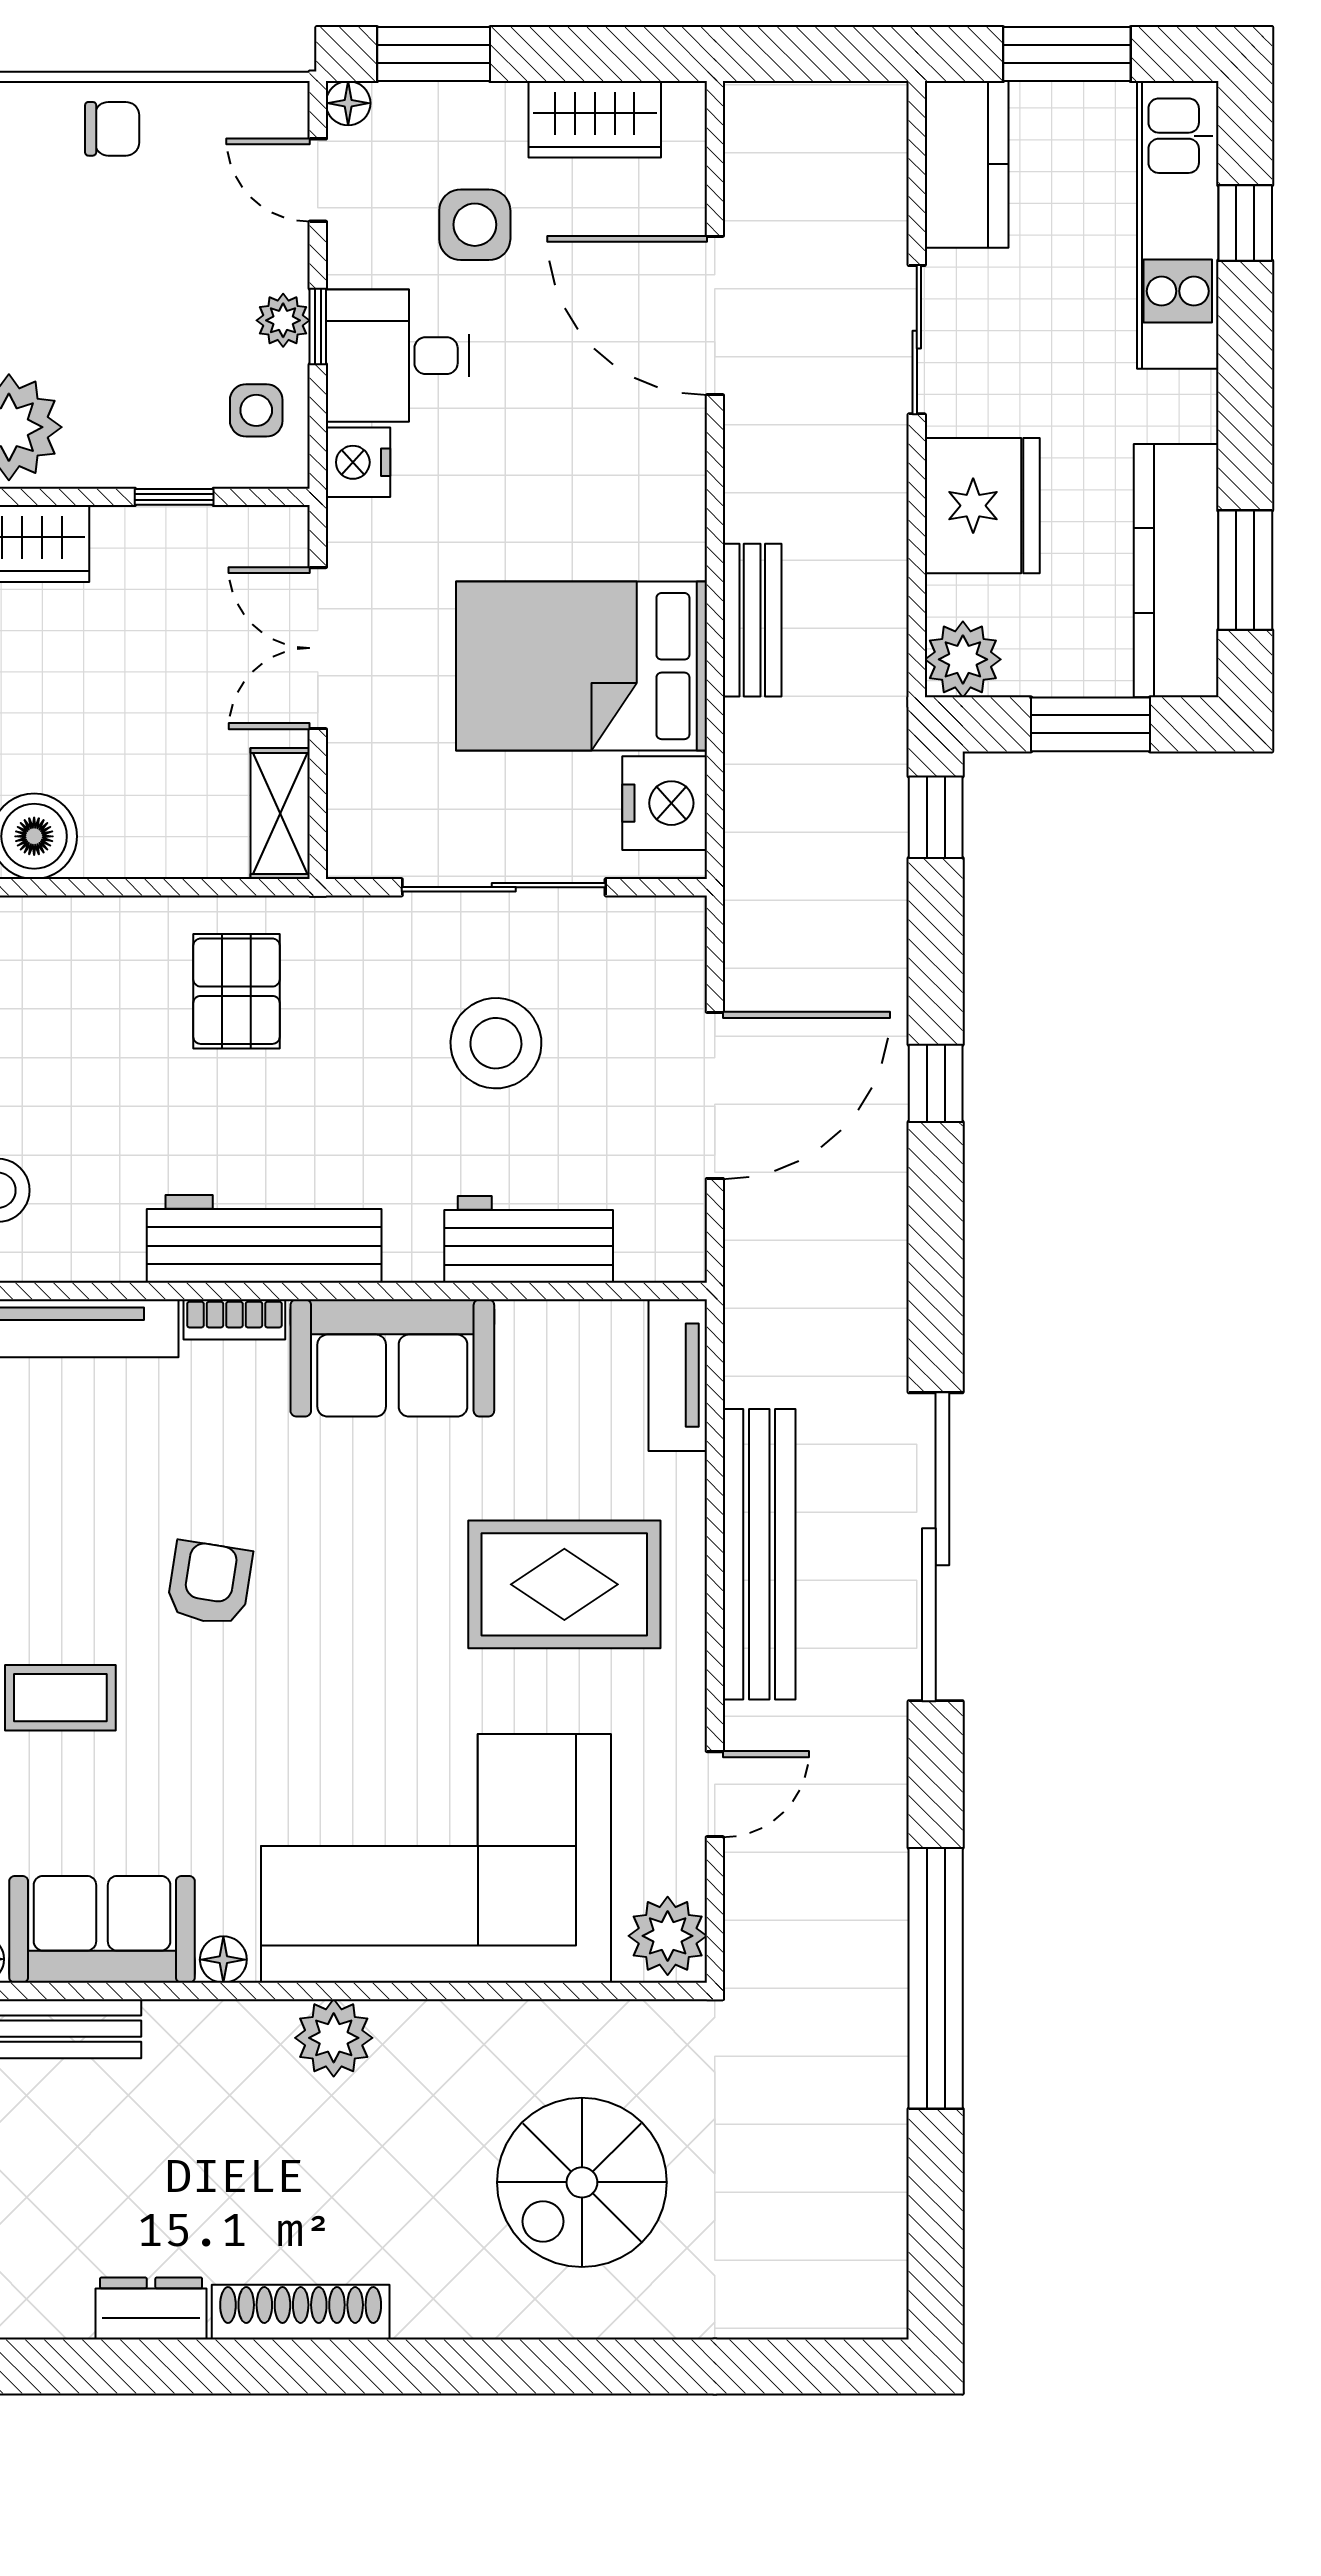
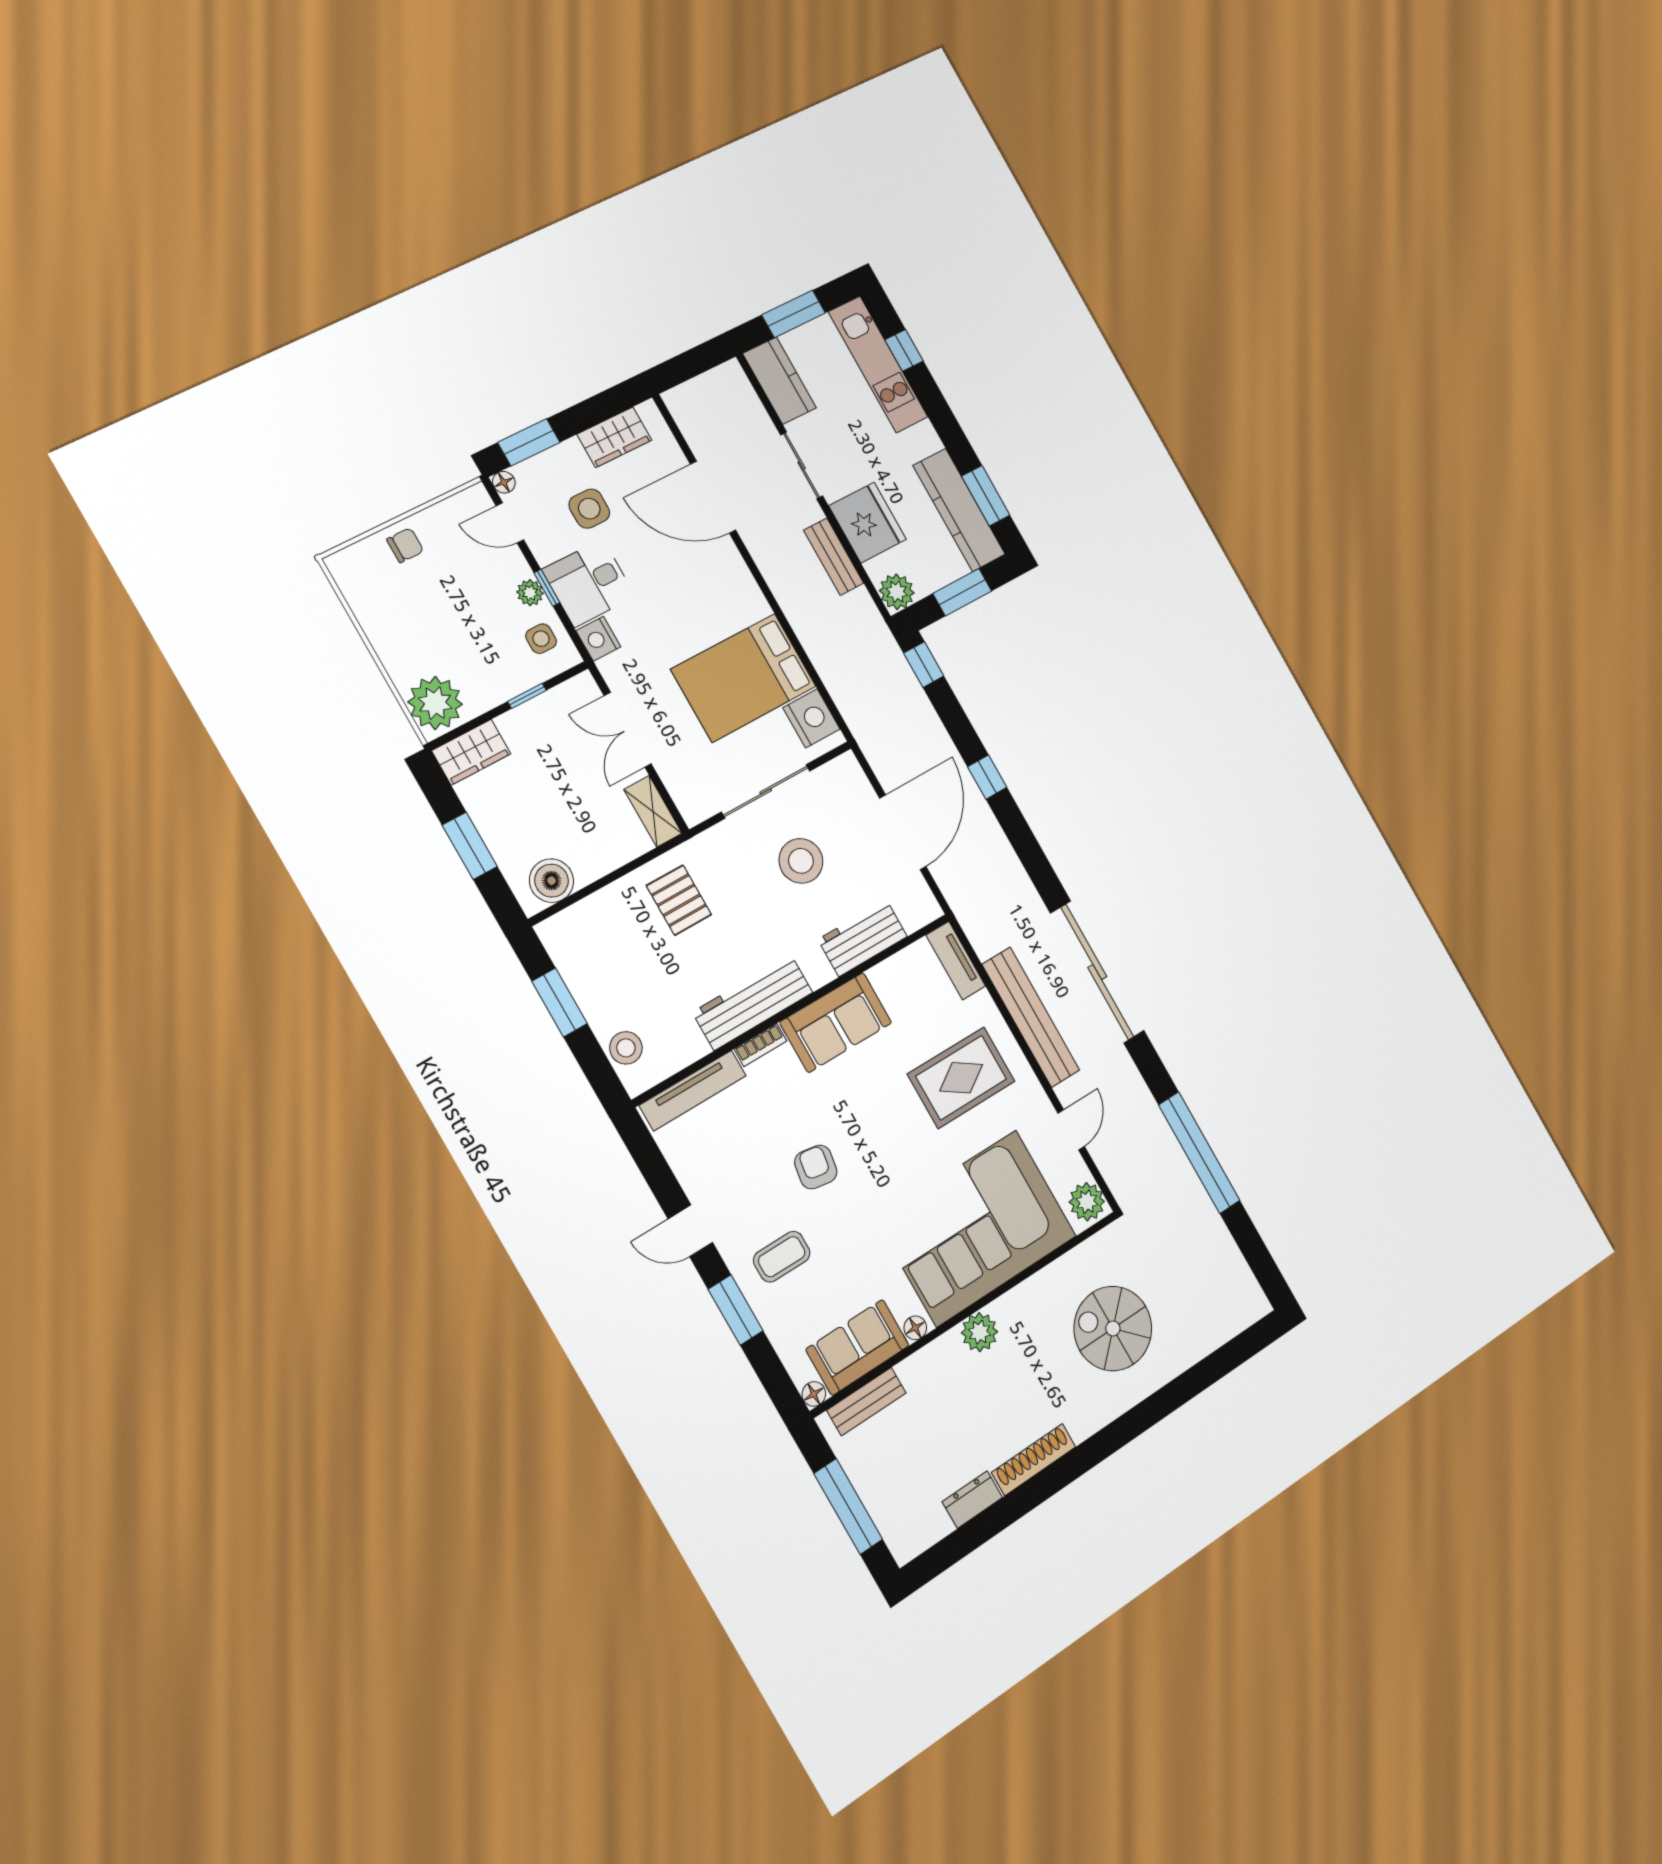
bench: (752, 620) -> (834, 557), moved
spiral stairs: (582, 2182) -> (1113, 1328), turned 90

